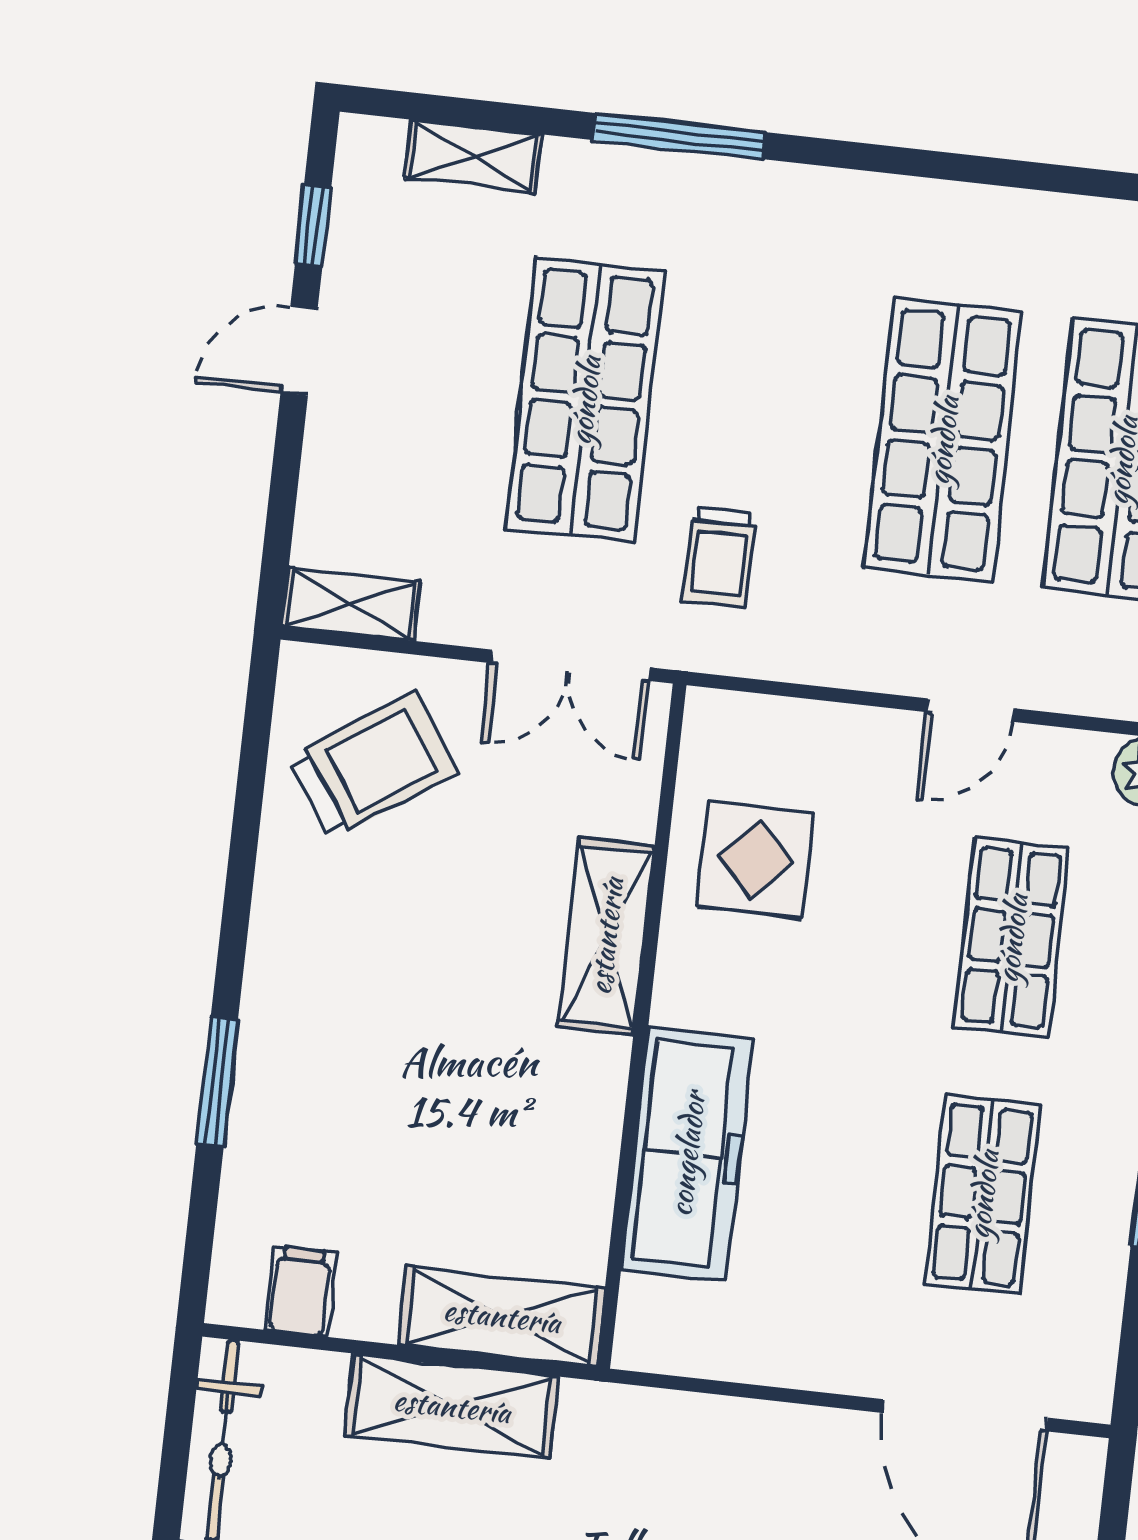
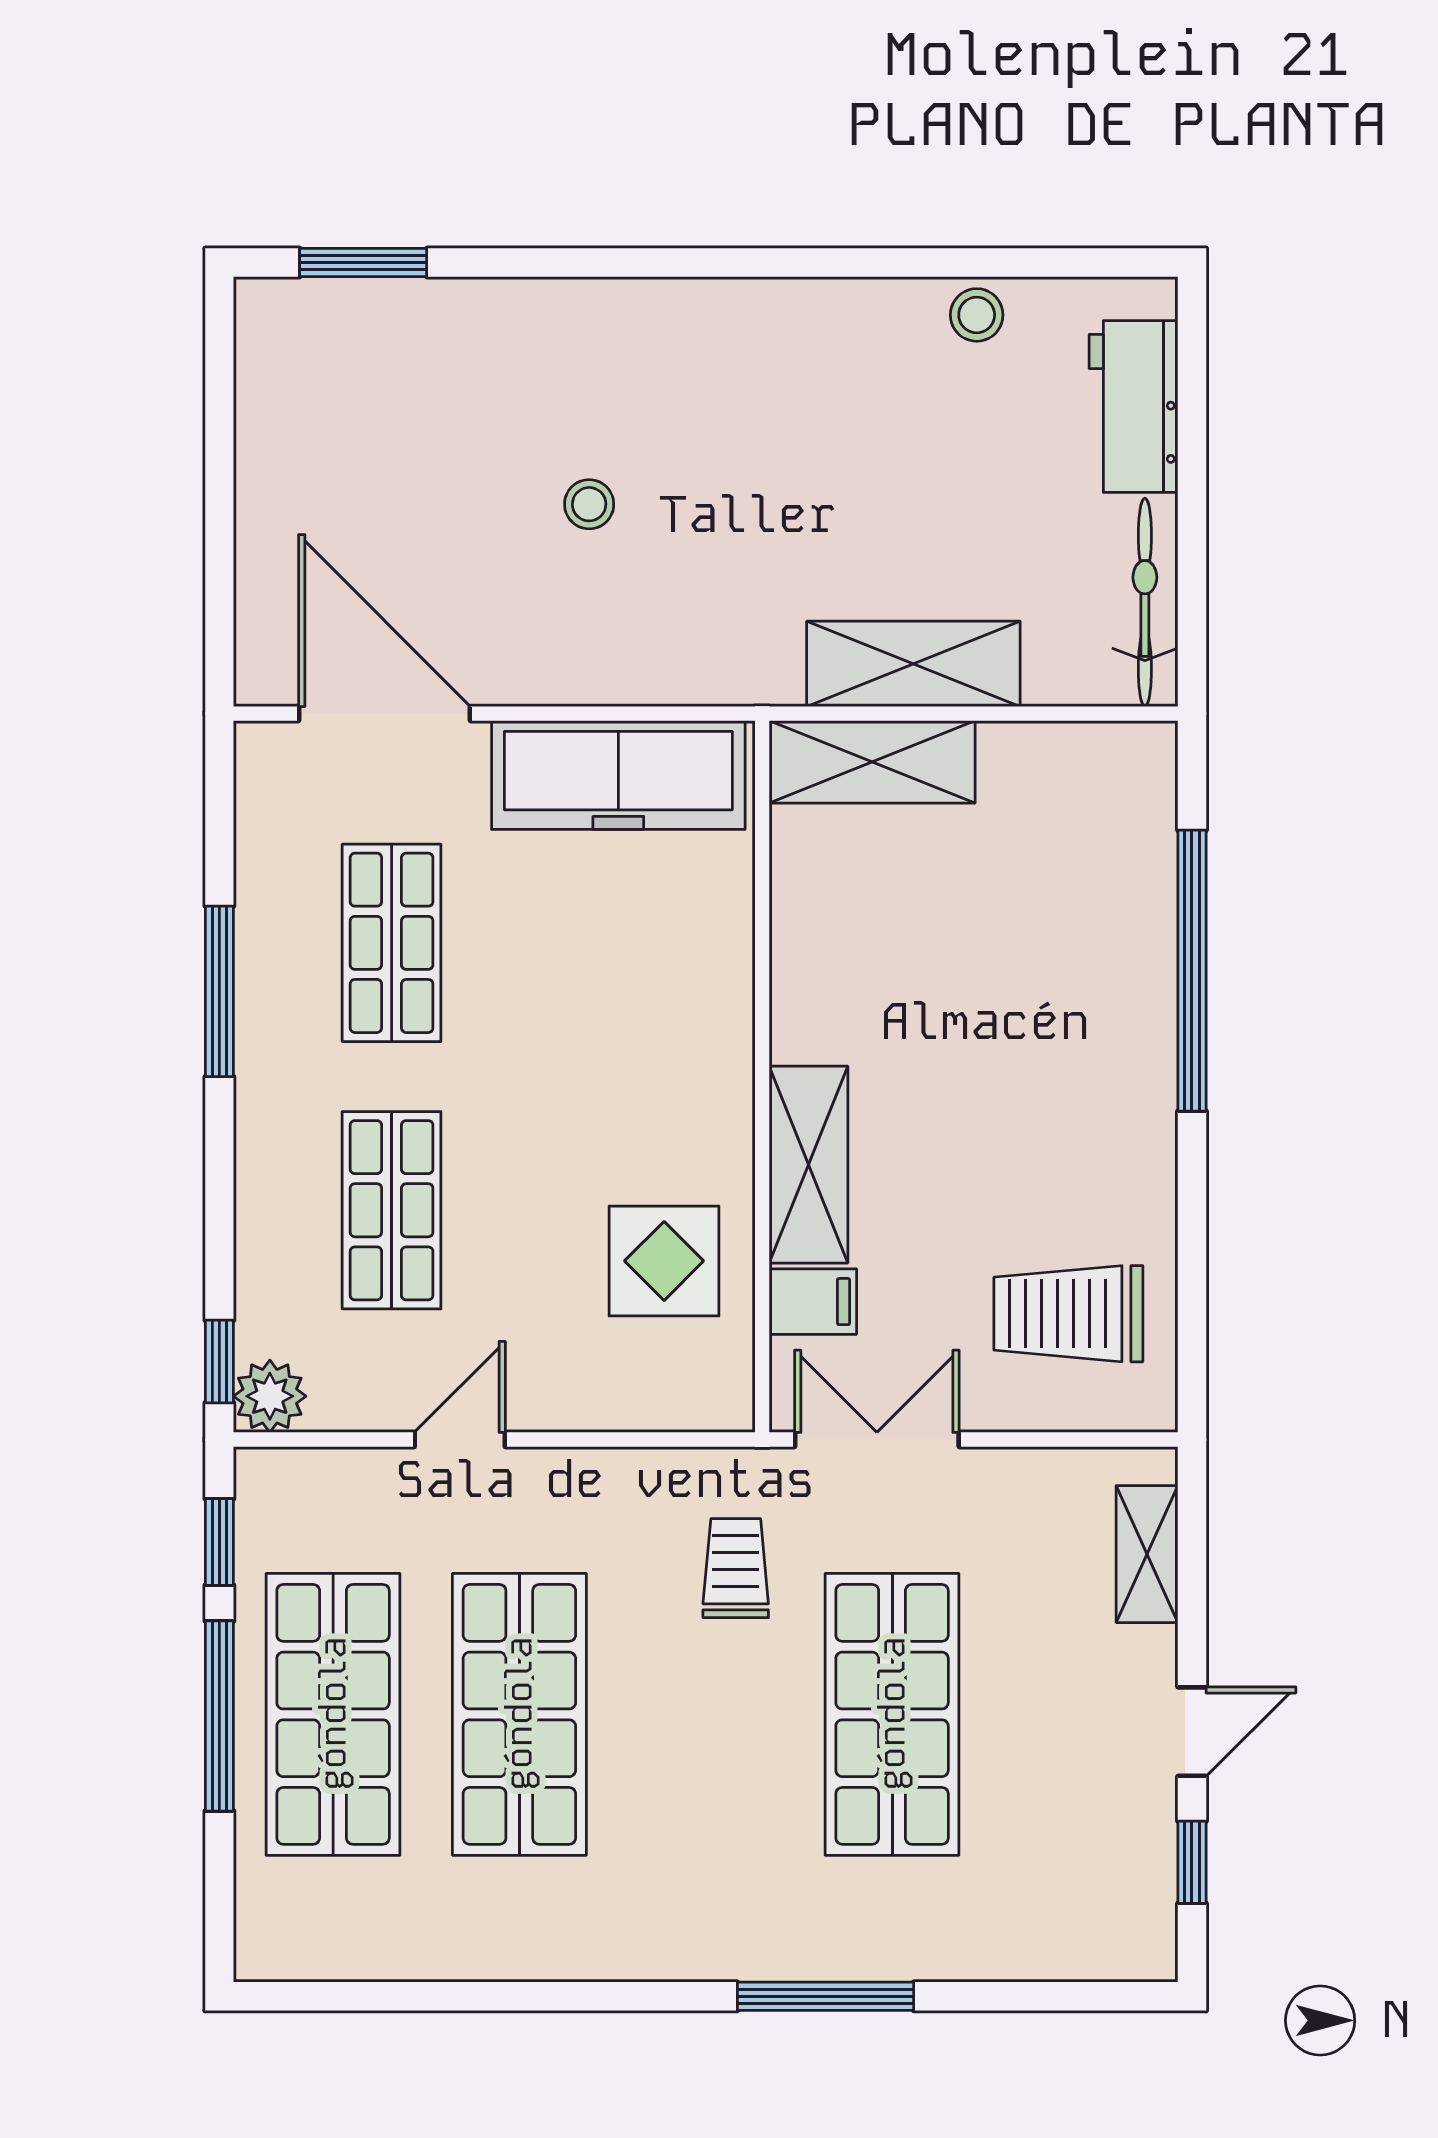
shelving: (473, 156) -> (1035, 1952), removed
shelving: (351, 604) -> (1147, 1554), moved, turned 90
trolley: (373, 765) -> (1068, 1314), turned 34
window: (217, 1081) -> (1192, 971), width x2.11
freezer: (687, 1154) -> (618, 775), moved, turned -90
filing cabinet: (300, 1291) -> (813, 1302), moved, turned -90

